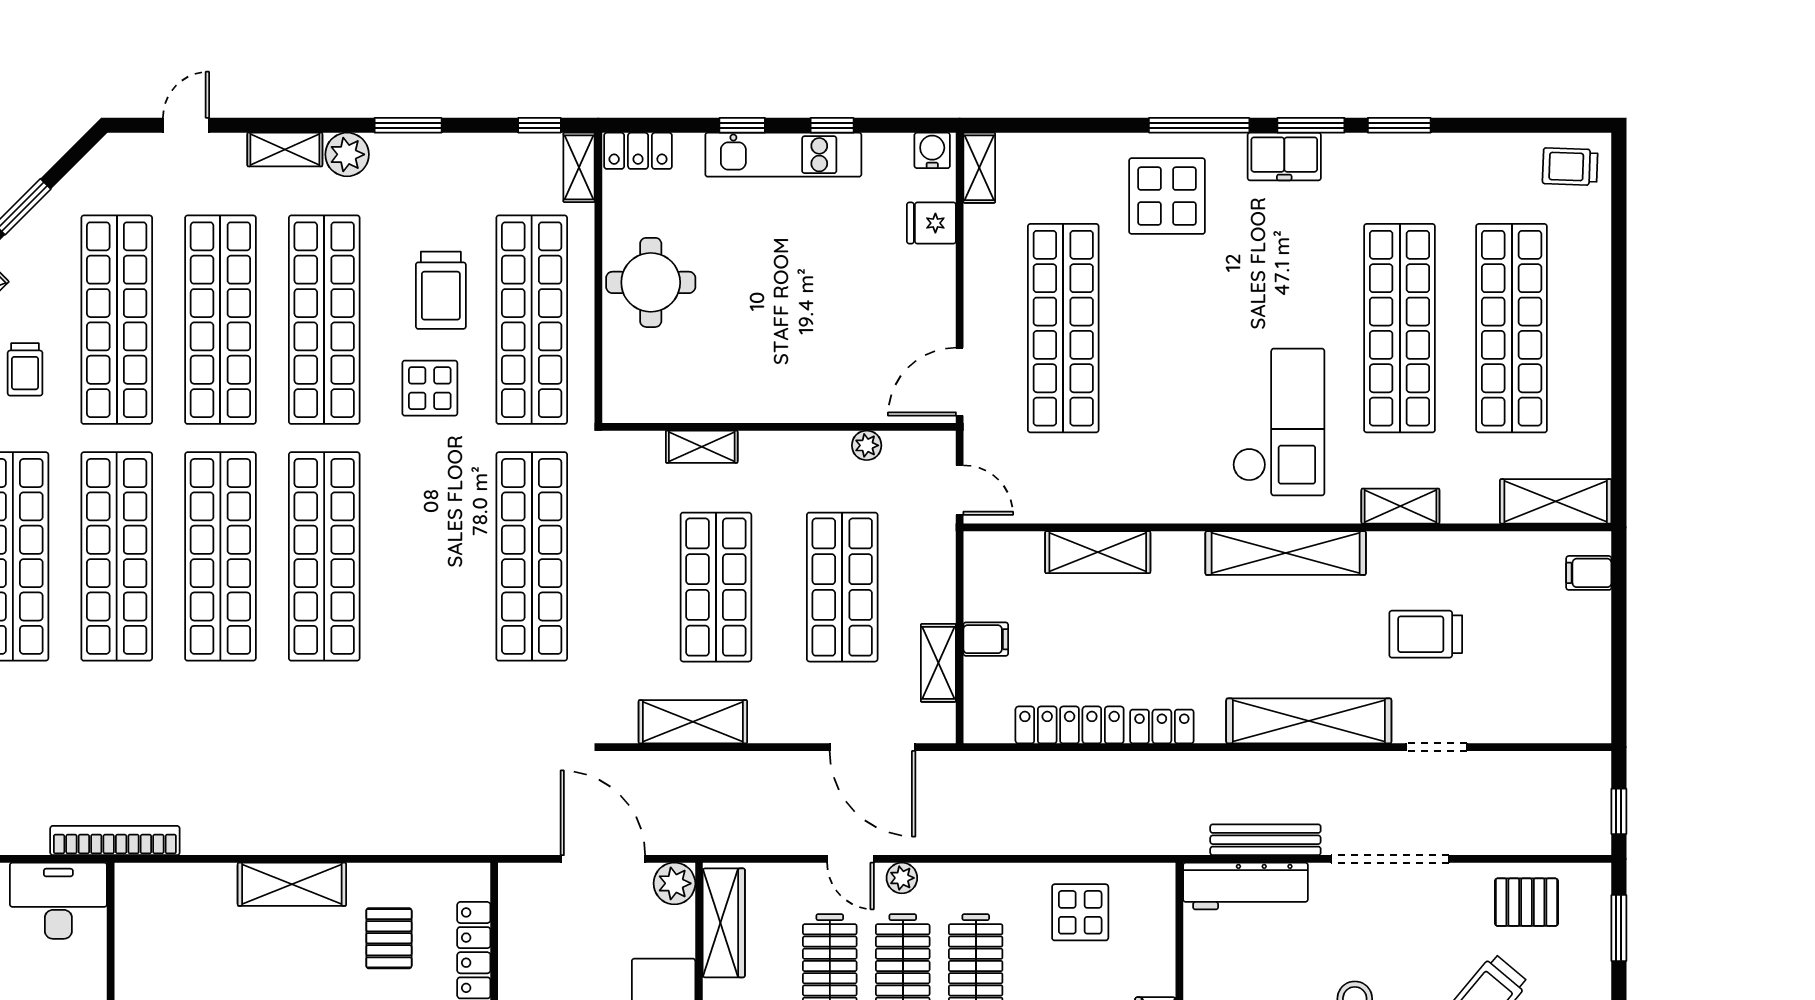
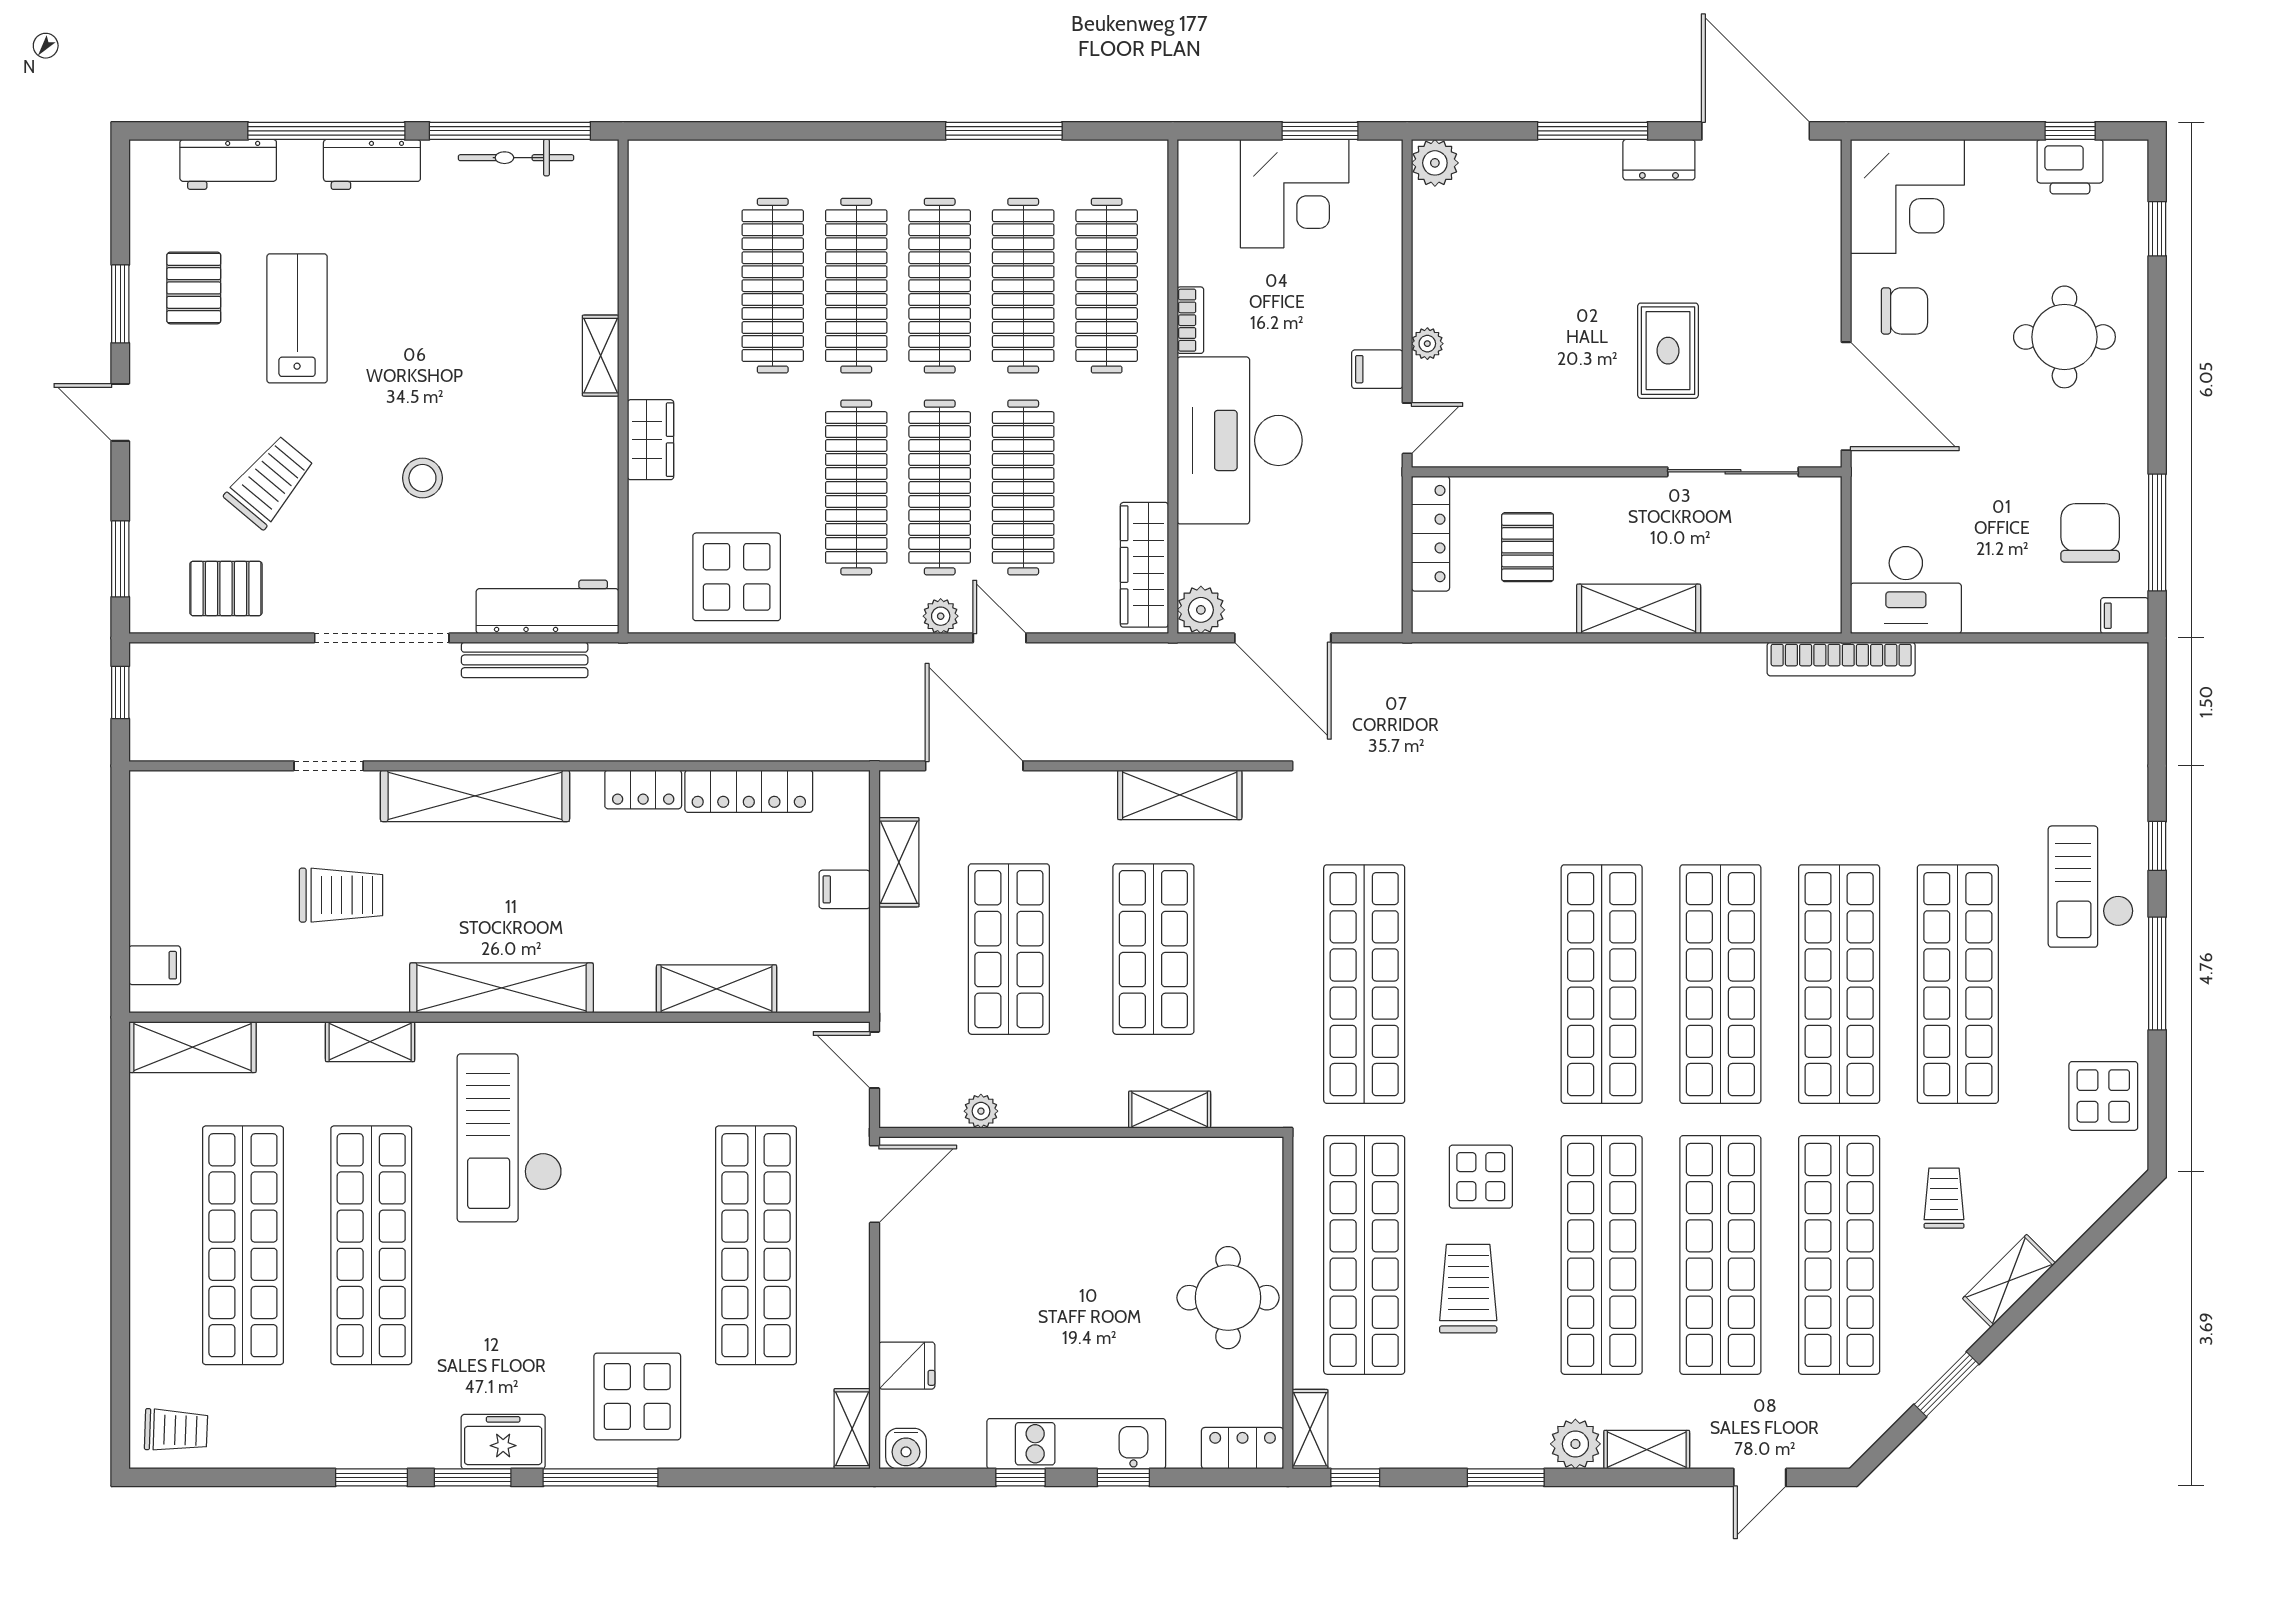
display table: (1080, 912) -> (737, 577), width x1.36, depth x1.36

